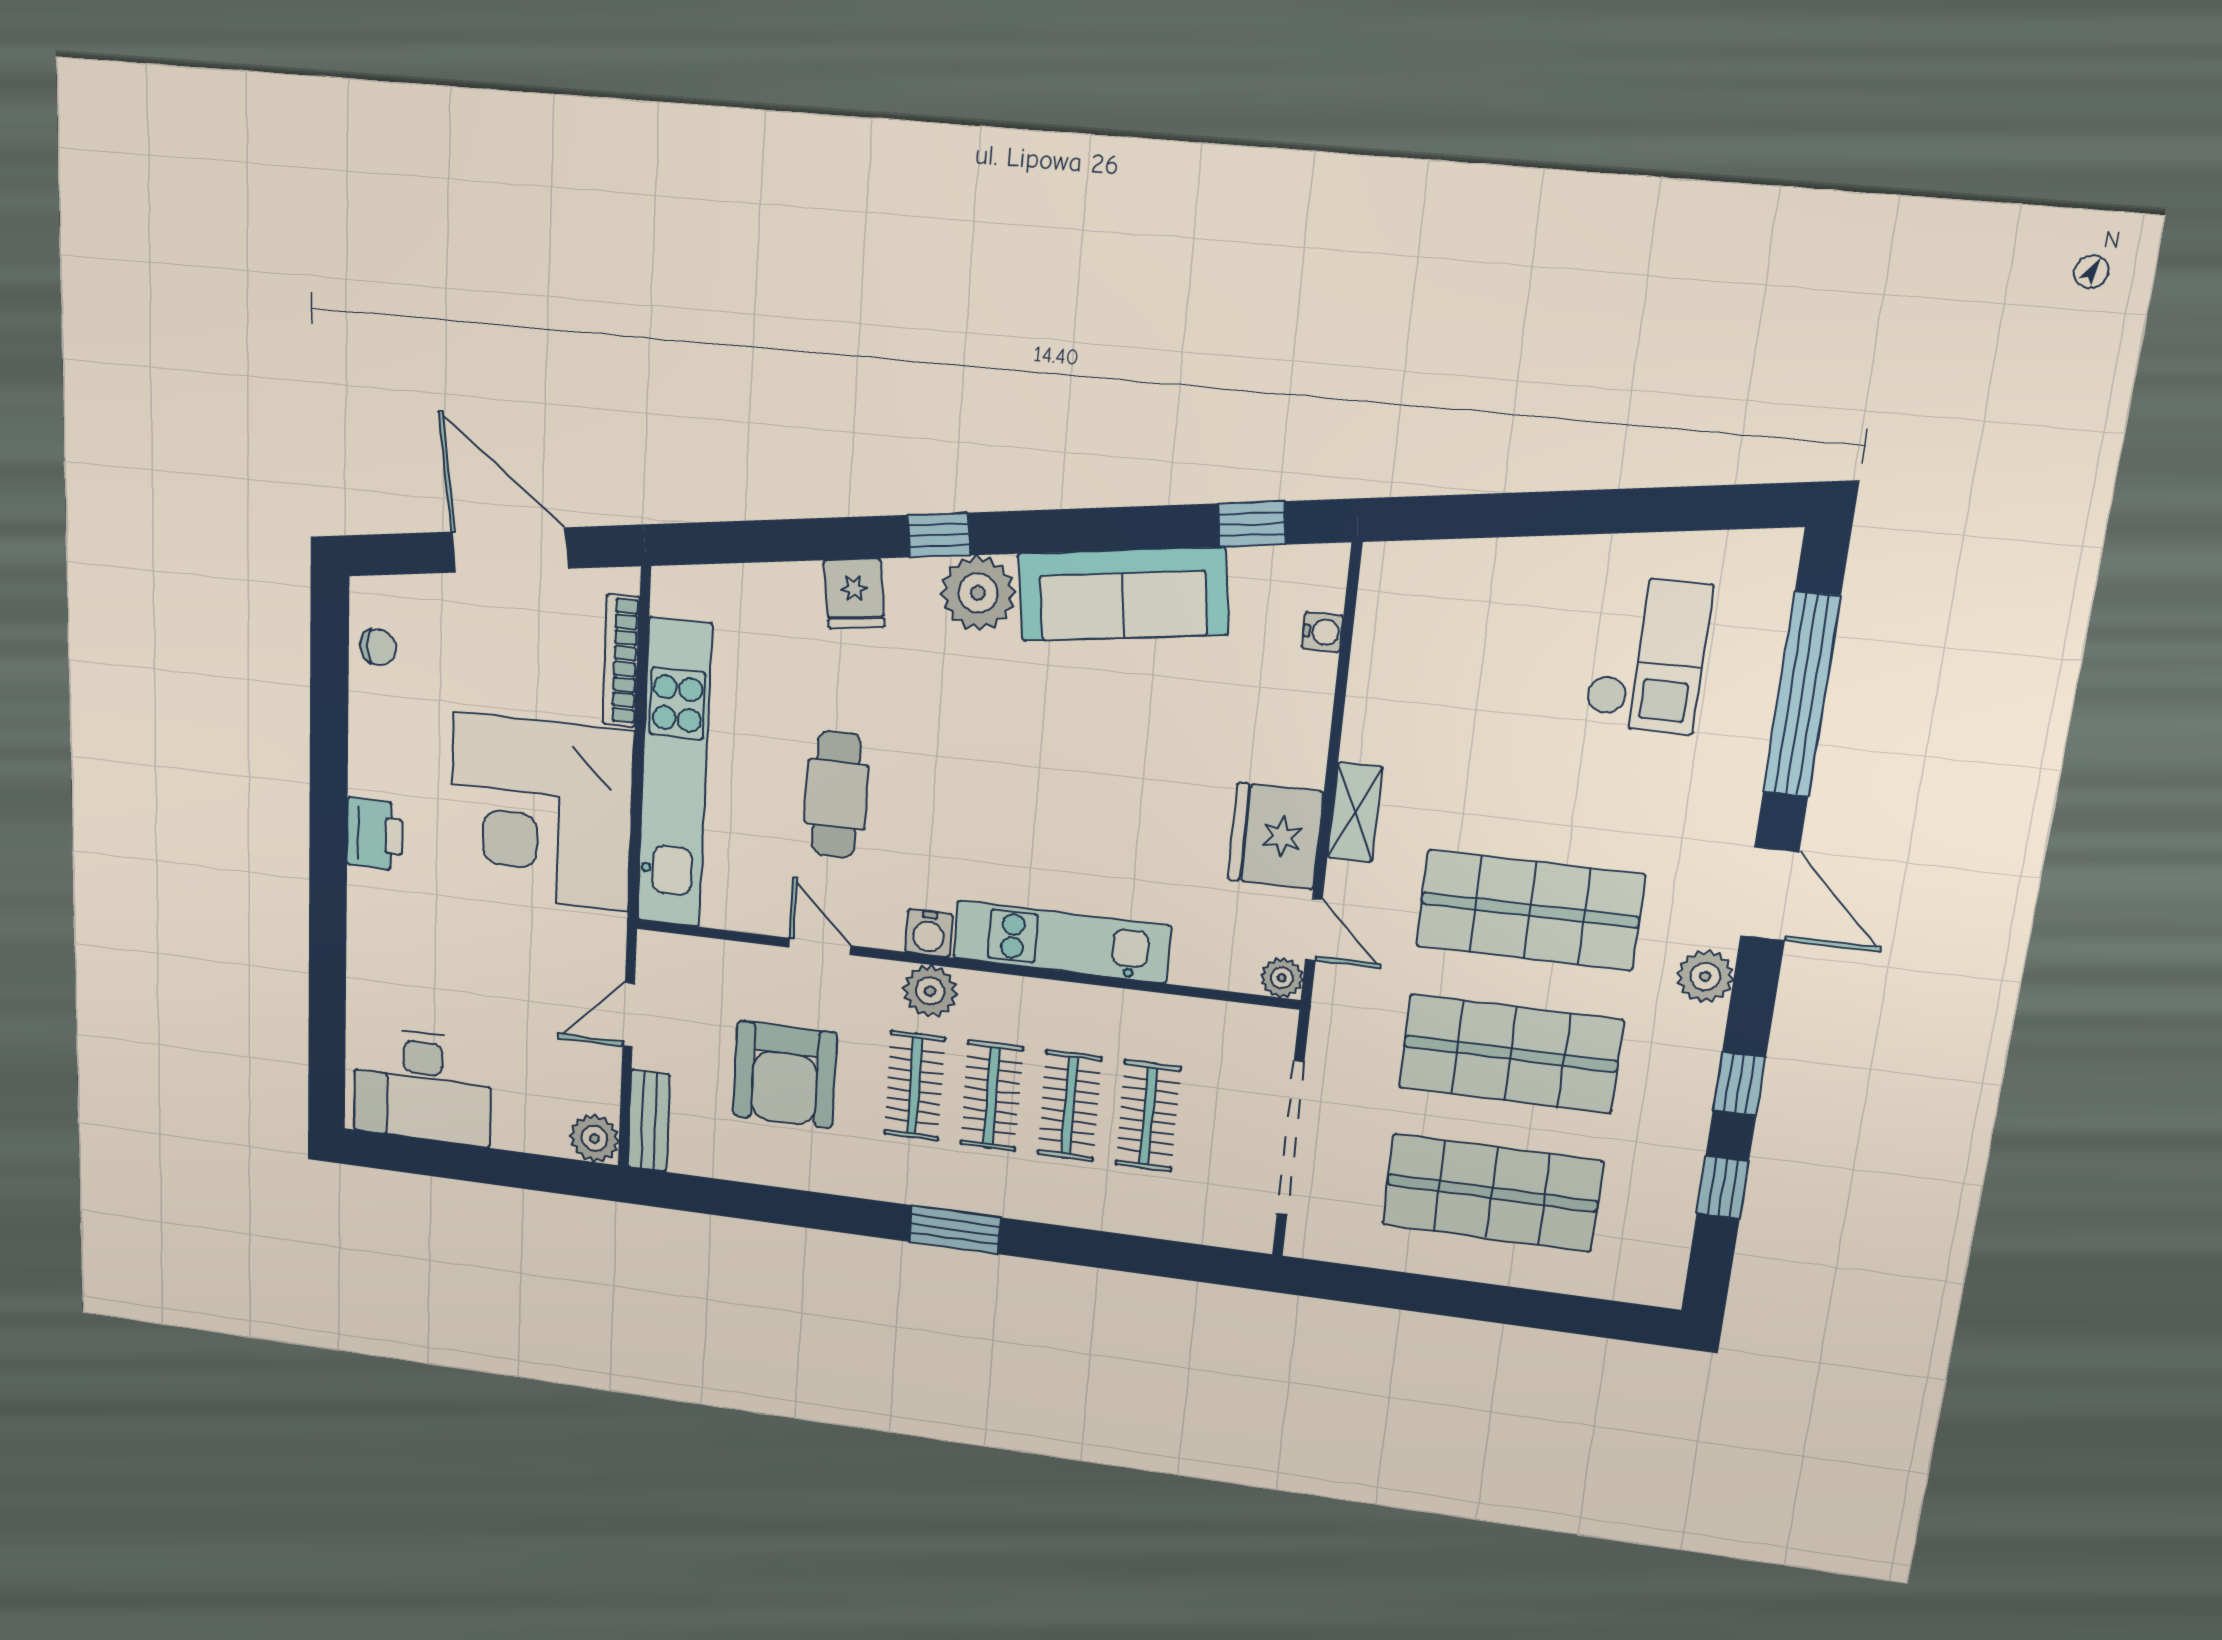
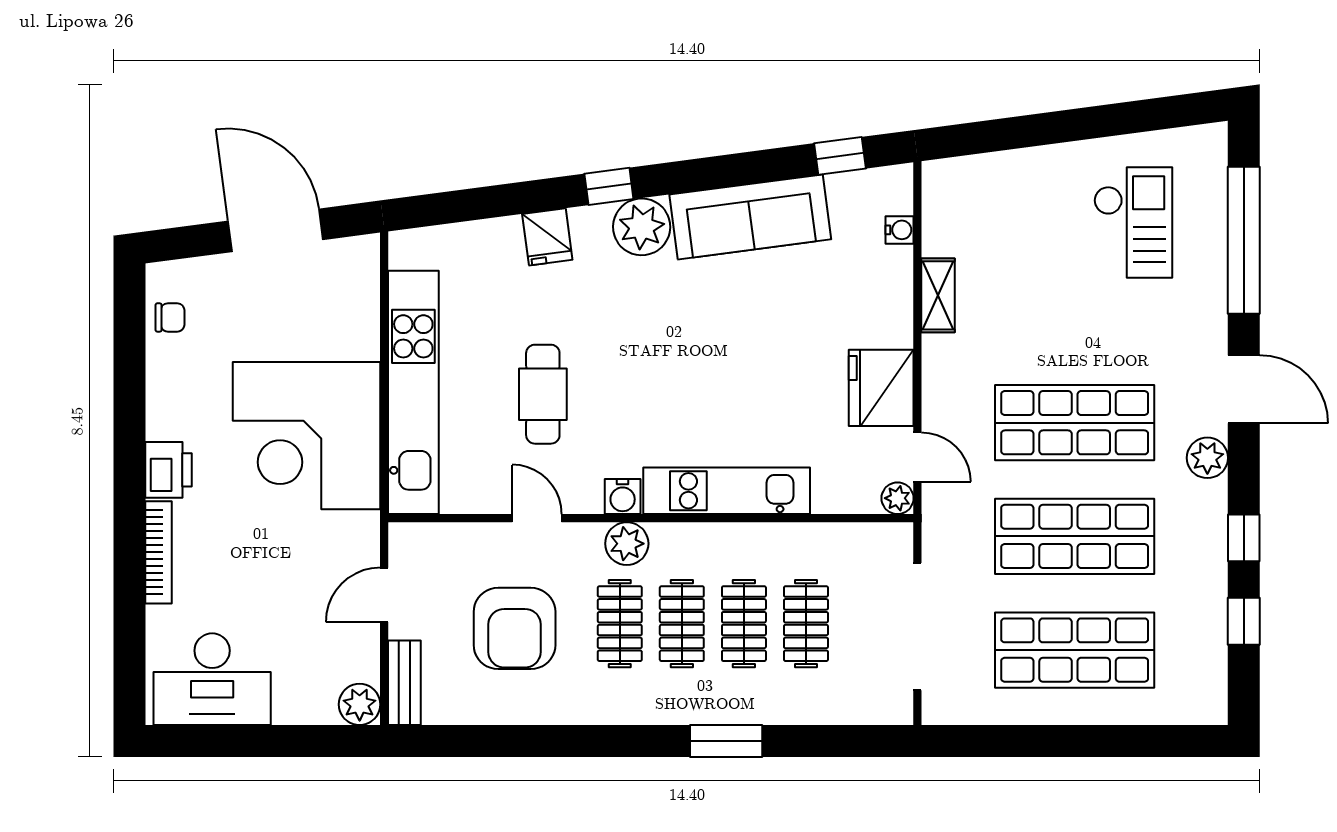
bookcase: (621, 661) -> (159, 552), moved, turned 180
shelving: (1355, 812) -> (938, 295), moved
window: (955, 1230) -> (726, 741), moved

